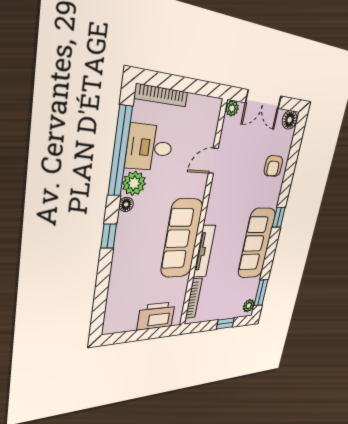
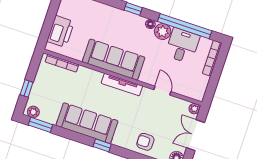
tv unit: (204, 251) -> (122, 85), moved

